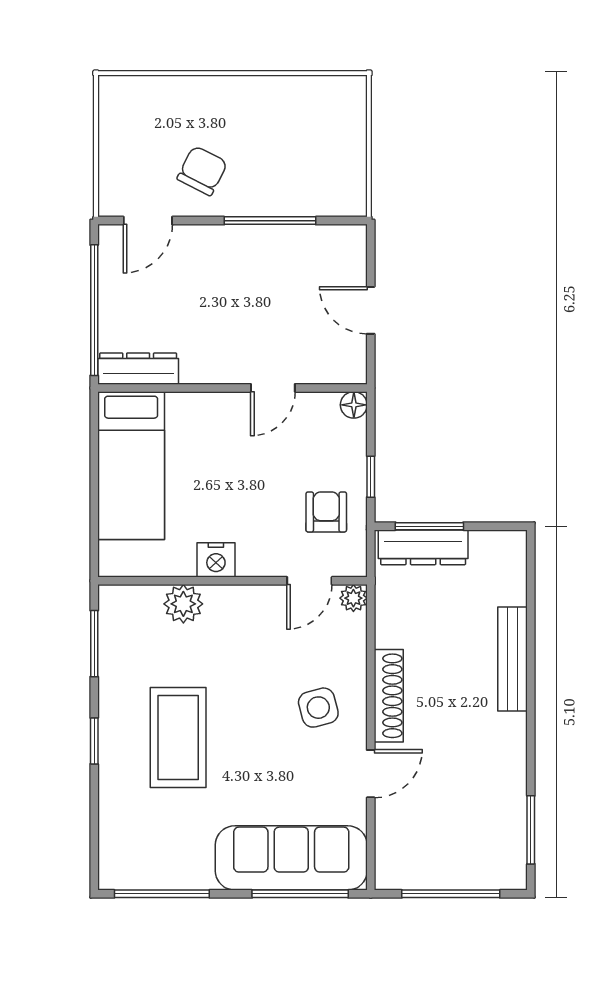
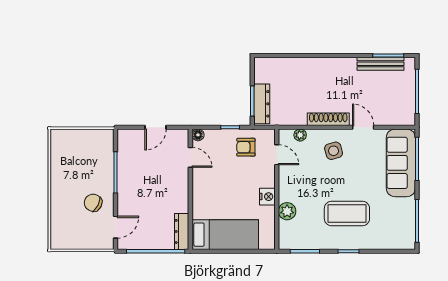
door: (148, 221) -> (115, 227), hinge flipped
door: (273, 388) -> (190, 157), moved
plant: (353, 598) -> (300, 135), moved
bench: (513, 659) -> (381, 64), moved

